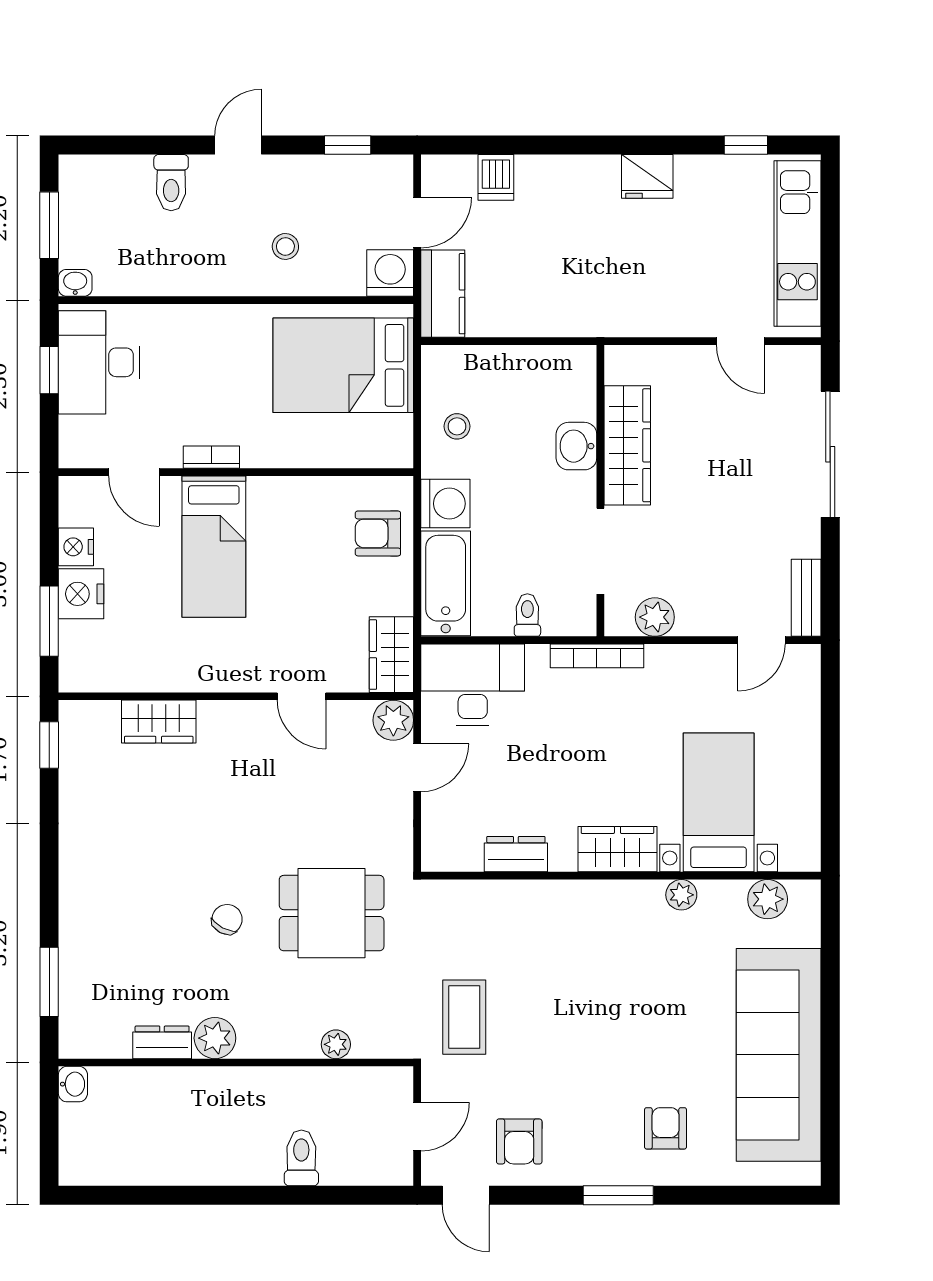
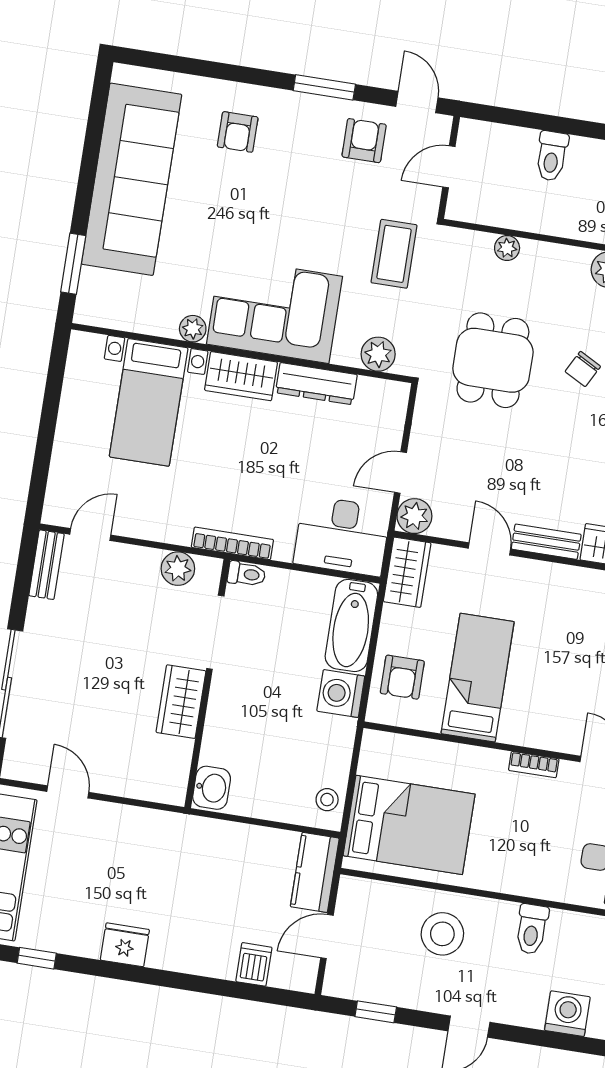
toilet: (171, 183) -> (532, 929), moved, turned 180
stool: (285, 246) -> (442, 934), width x1.89, depth x1.89
washing machine: (390, 273) -> (567, 1014), moved, turned 180
stool: (457, 426) -> (327, 800), moved
wardrobe: (627, 445) -> (181, 702), width x0.67
washbasin: (576, 446) -> (212, 788), moved
armchair: (378, 533) -> (402, 677), turned 90
bed: (214, 547) -> (478, 678), moved
toilet: (527, 615) -> (246, 574), moved, turned -90
bench: (238, 715) -> (546, 542), added
dresser: (516, 854) -> (316, 384), width x1.44
plant: (768, 899) -> (378, 354), moved
dining table: (332, 913) -> (493, 360), turned 90
corner sofa: (591, 931) -> (274, 310), added
window: (830, 947) -> (73, 264), added
window: (618, 1195) -> (324, 87), moved

